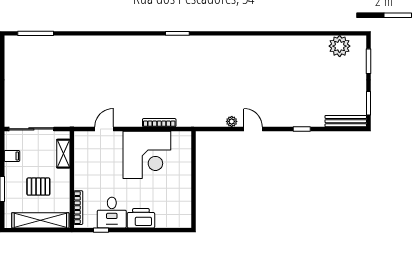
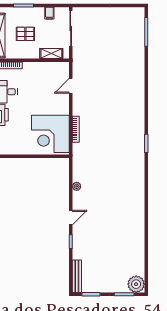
plant: (340, 46) -> (136, 284), moved
door: (104, 129) -> (71, 86), swing flipped
door: (253, 129) -> (71, 218), moved
corner desk: (147, 155) -> (50, 134), moved
pallet: (38, 187) -> (25, 34), turned 90

